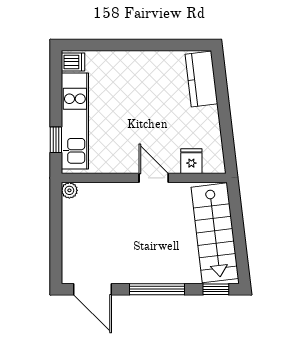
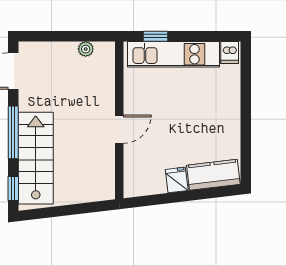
fridge: (191, 161) -> (177, 180), moved, turned -97
plant: (69, 190) -> (86, 49), moved
stairs: (215, 233) -> (36, 158), moved, turned 97

